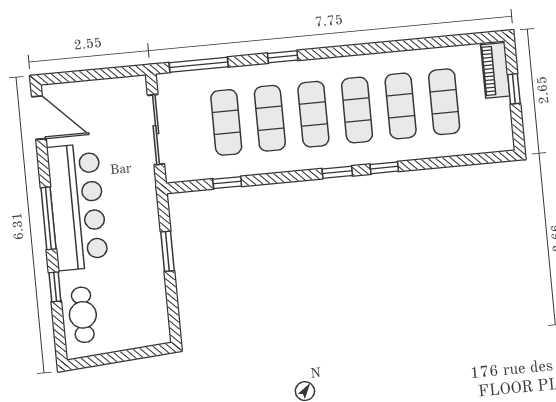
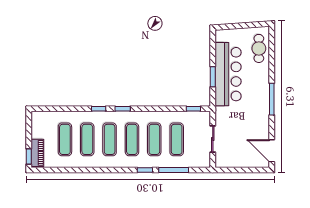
window: (199, 65) -> (174, 170), moved
window: (514, 89) -> (29, 157), moved
sliding door: (156, 130) -> (213, 139), width x0.73
window: (227, 183) -> (193, 109), moved
bar counter: (78, 207) -> (228, 74), moved, turned 180
window: (55, 287) -> (272, 64), removed

